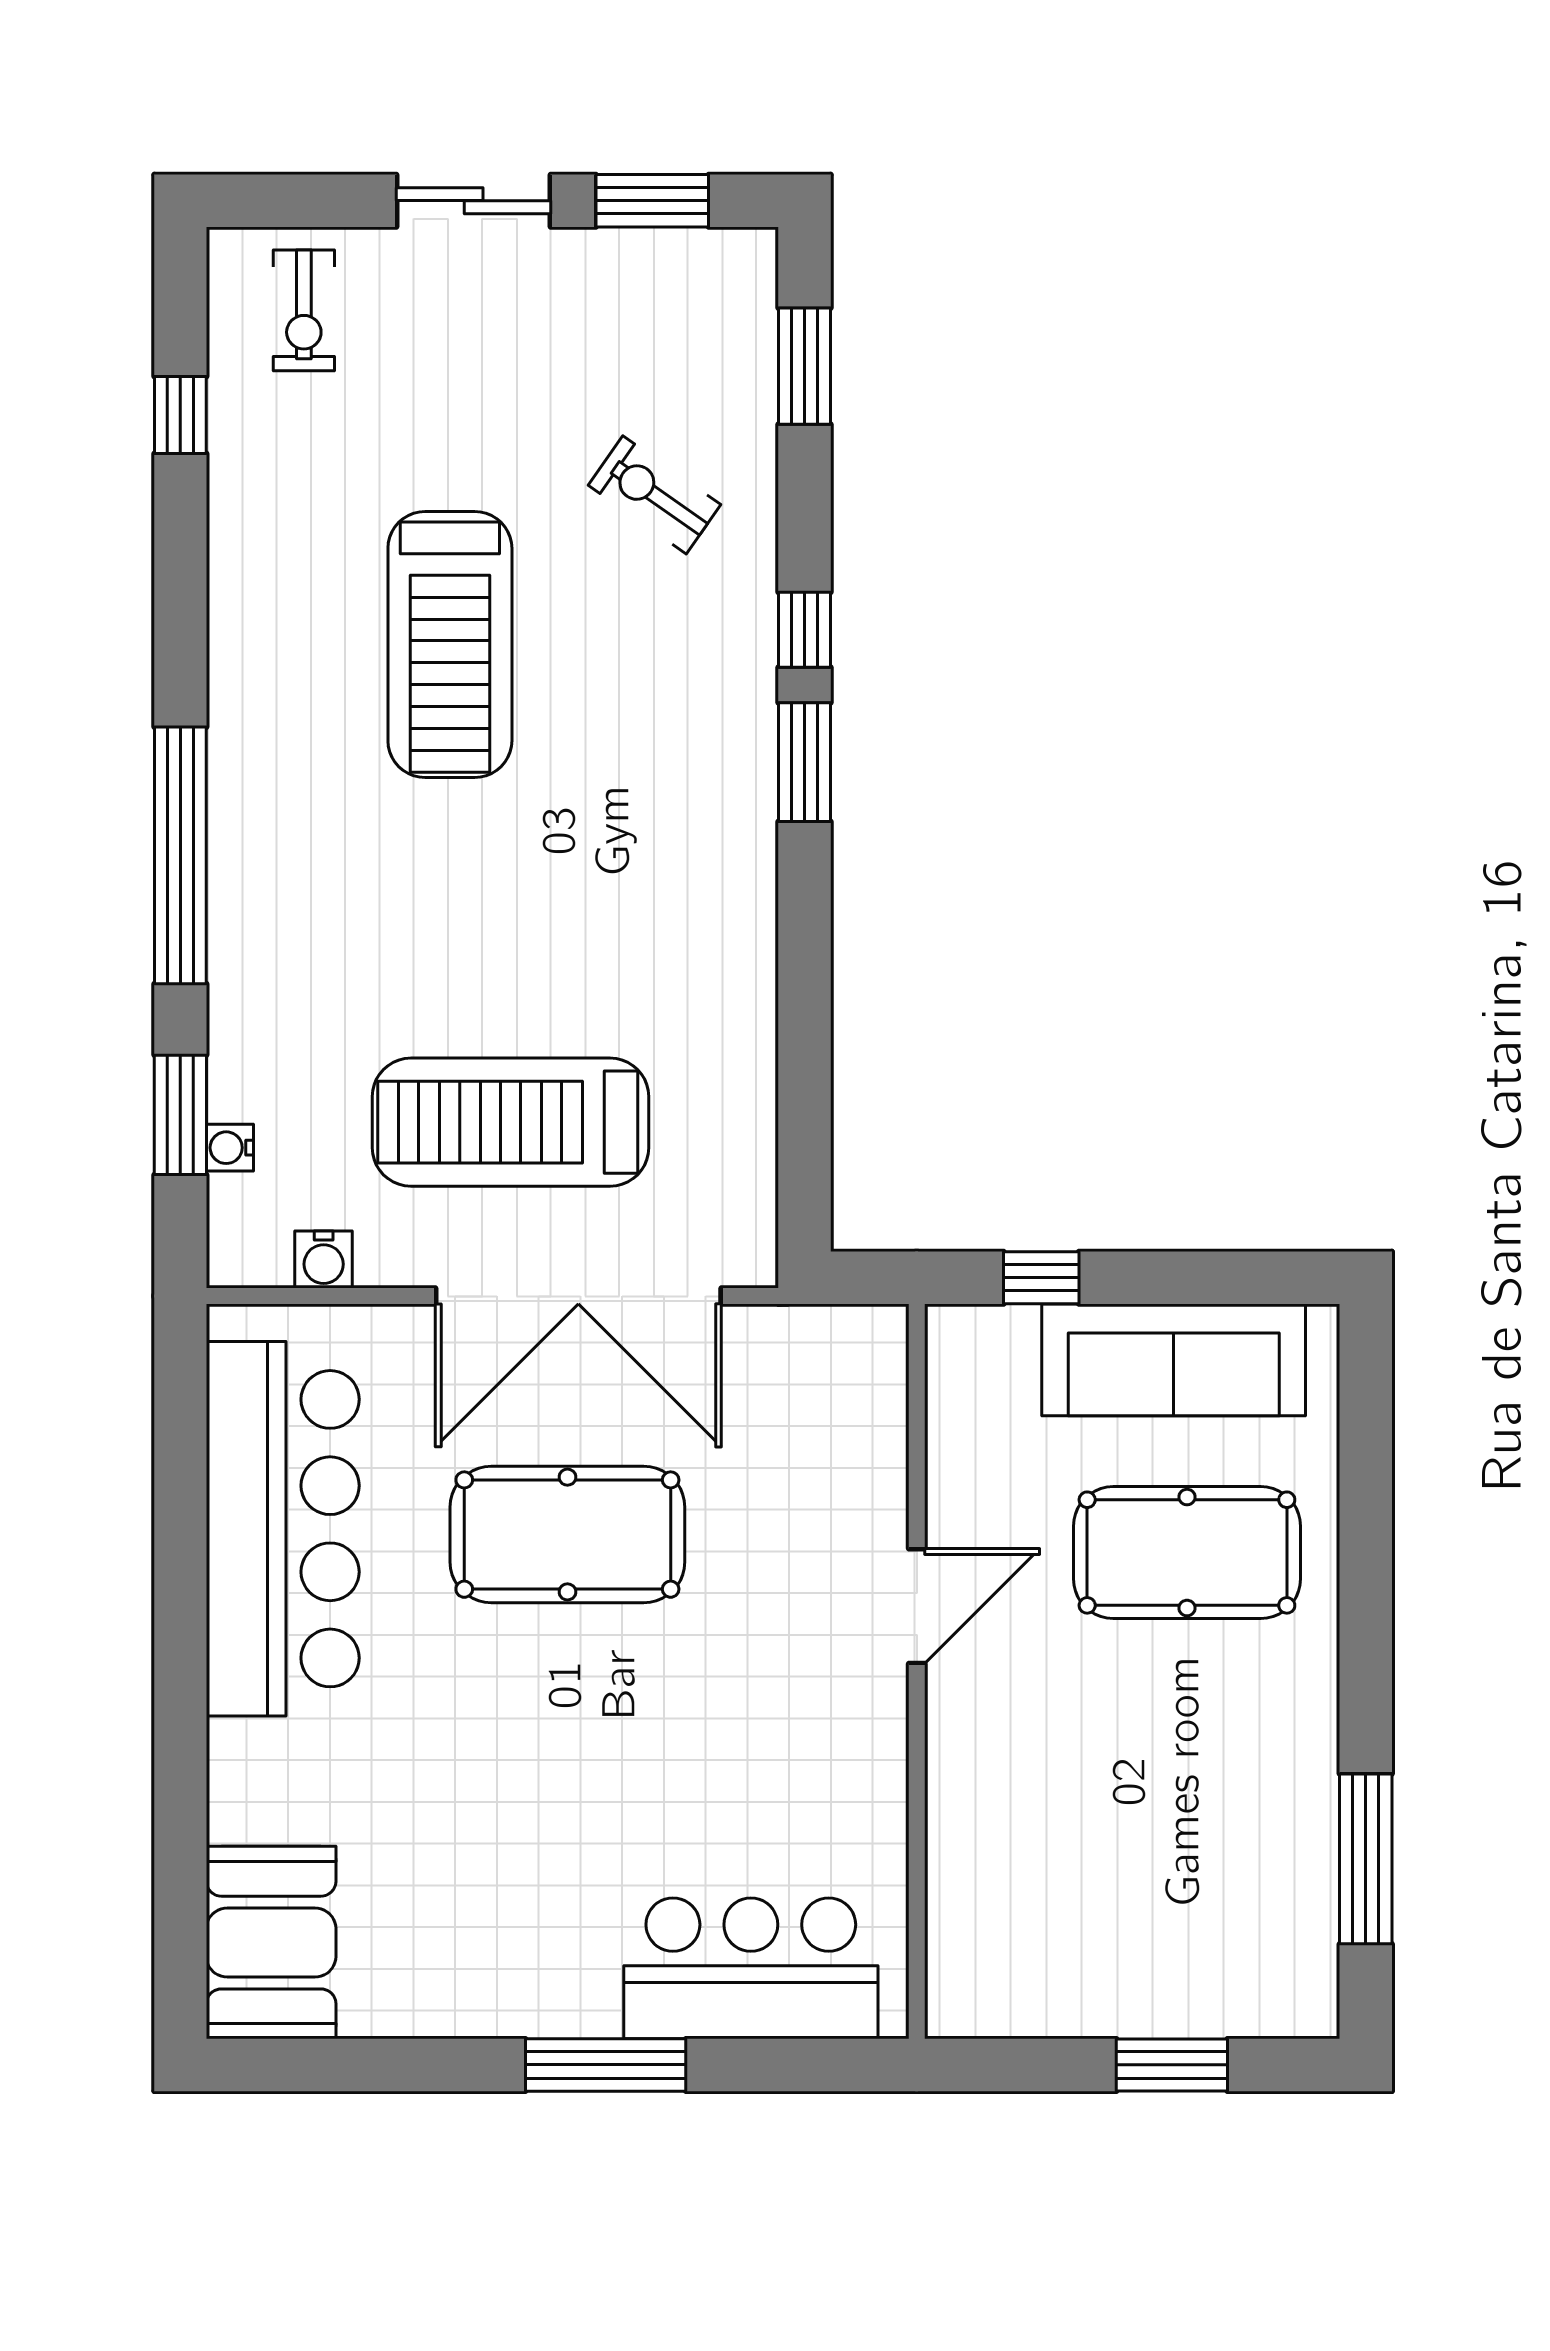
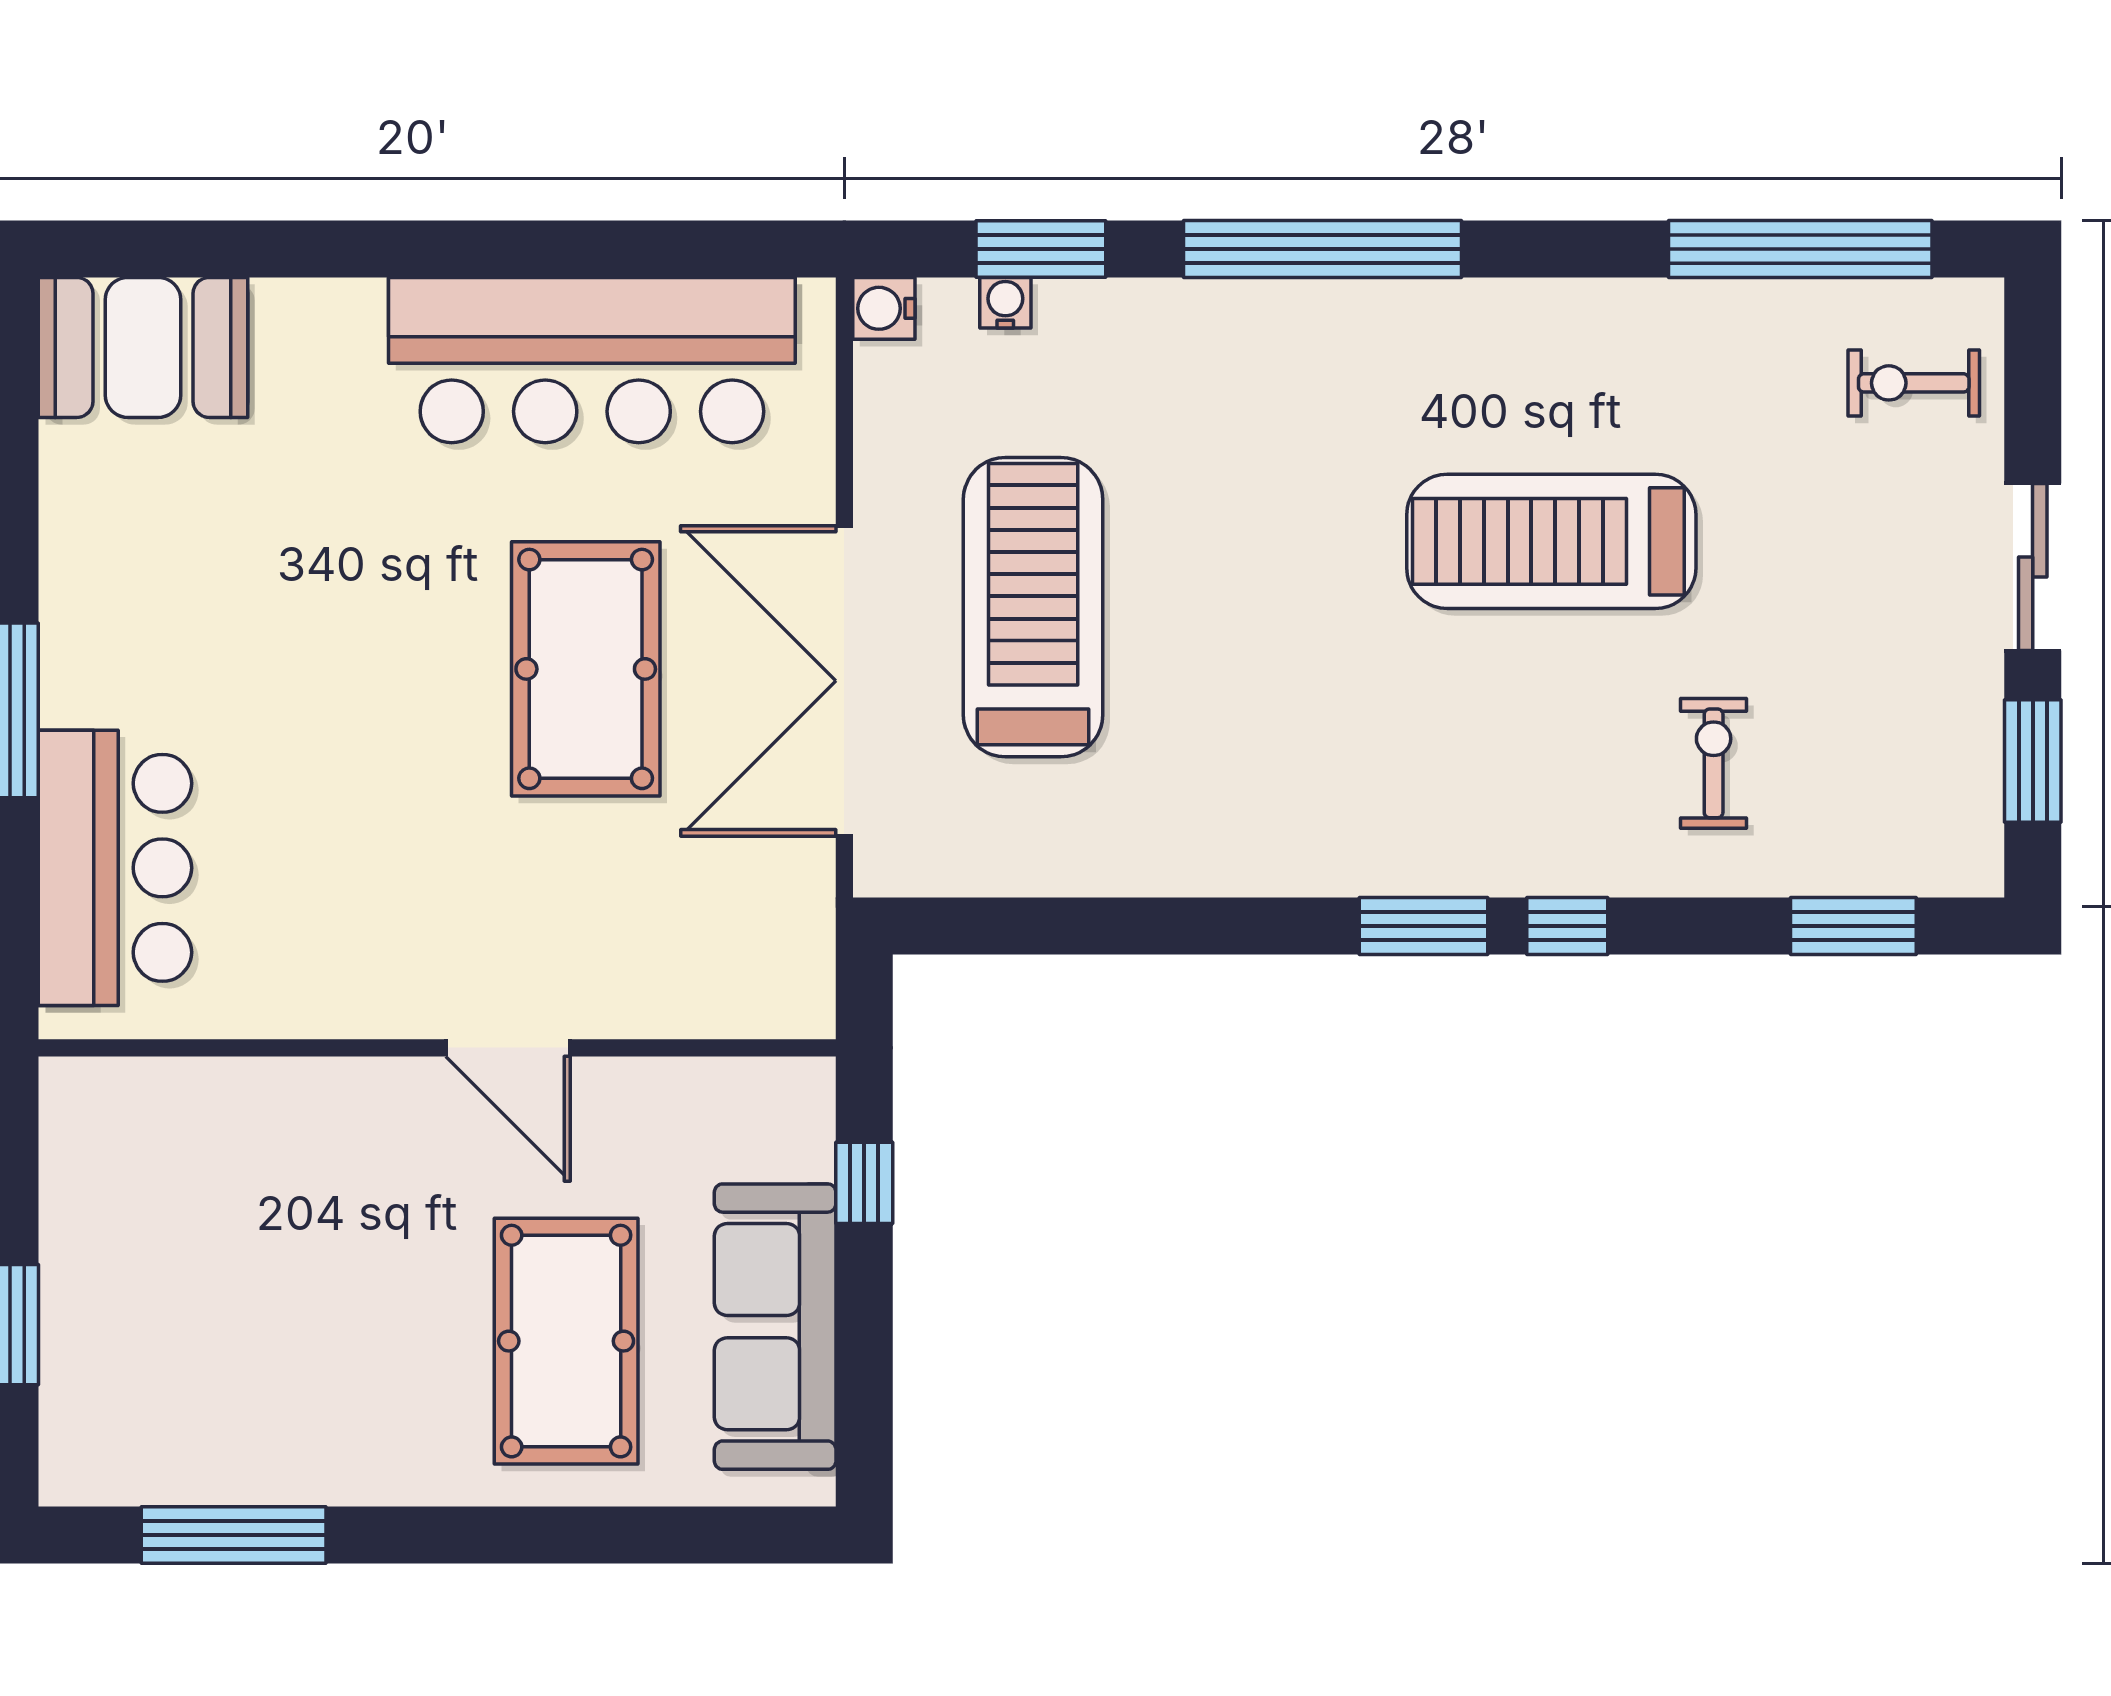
window: (180, 415) -> (1800, 249), width x3.17
exercise bike: (655, 495) -> (1714, 763), turned -35
water cooler: (324, 1260) -> (884, 308), moved

